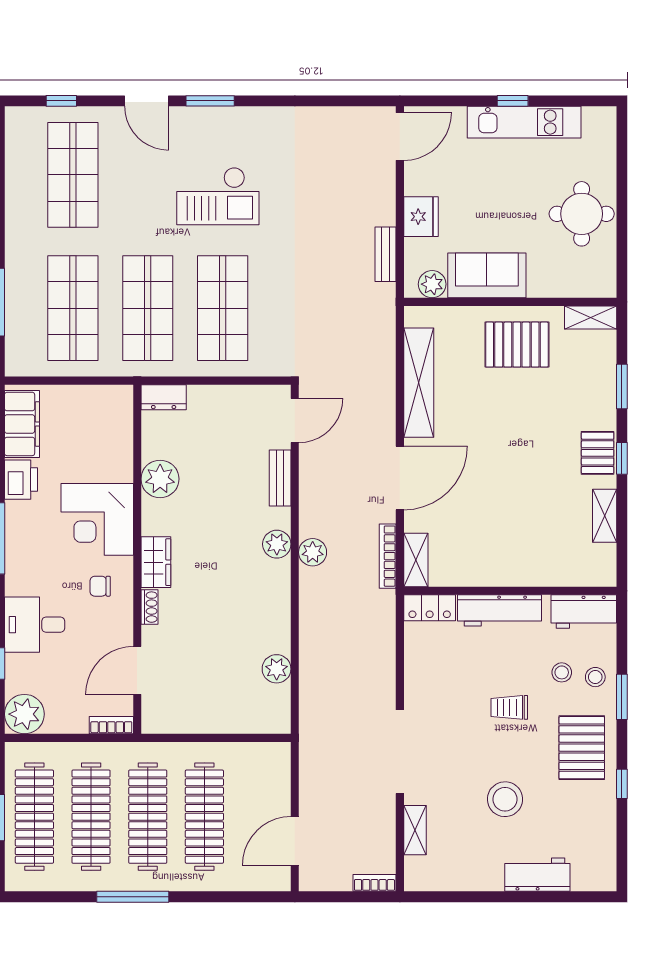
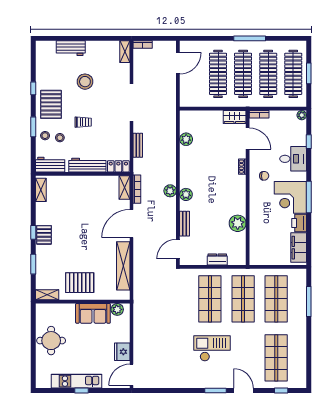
fridge: (421, 217) -> (122, 352), moved
bench: (385, 254) -> (138, 145), moved
dresser: (164, 397) -> (217, 259), moved
shelving: (605, 516) -> (41, 190), moved
corner desk: (97, 519) -> (290, 197), moved, turned 180
wardrobe: (156, 562) -> (235, 117), moved, turned -90
door: (137, 670) -> (248, 139), hinge flipped
plant: (24, 714) -> (302, 115), width x0.53, depth x0.53
shelving: (415, 830) -> (125, 52), moved

